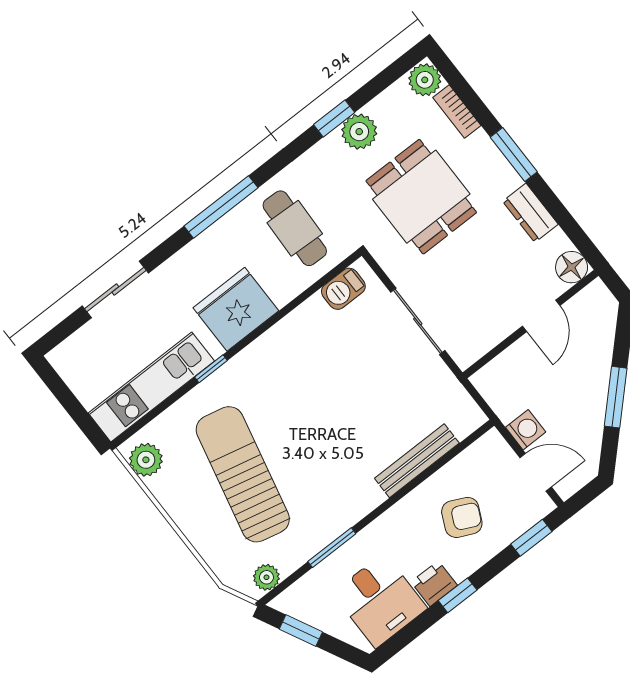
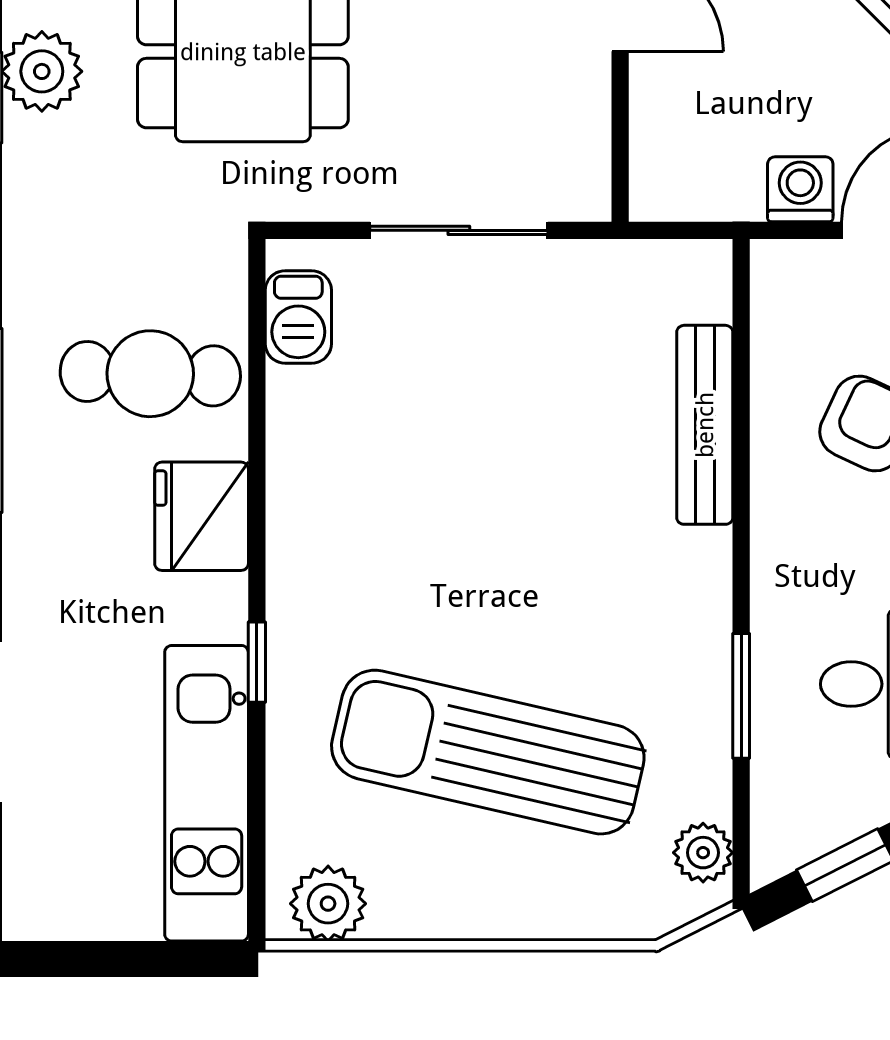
cafe table: (295, 228) -> (150, 374), moved
fridge: (236, 309) -> (202, 516), width x0.73, depth x0.75

